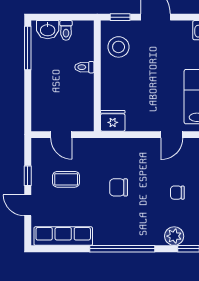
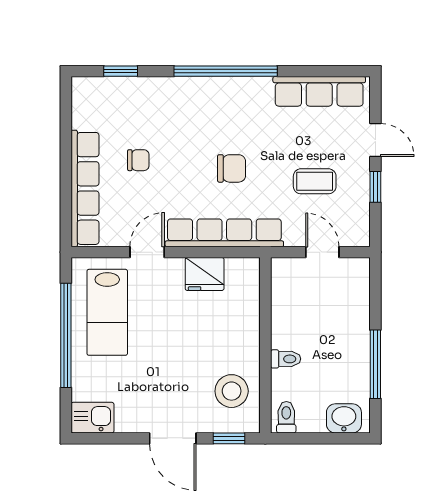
toilet: (66, 30) -> (286, 417), moved
window: (28, 48) -> (375, 364), moved
fridge: (113, 121) -> (205, 274), moved
row of seats: (123, 147) -> (224, 233), added
plant: (174, 236) -> (143, 91), removed

